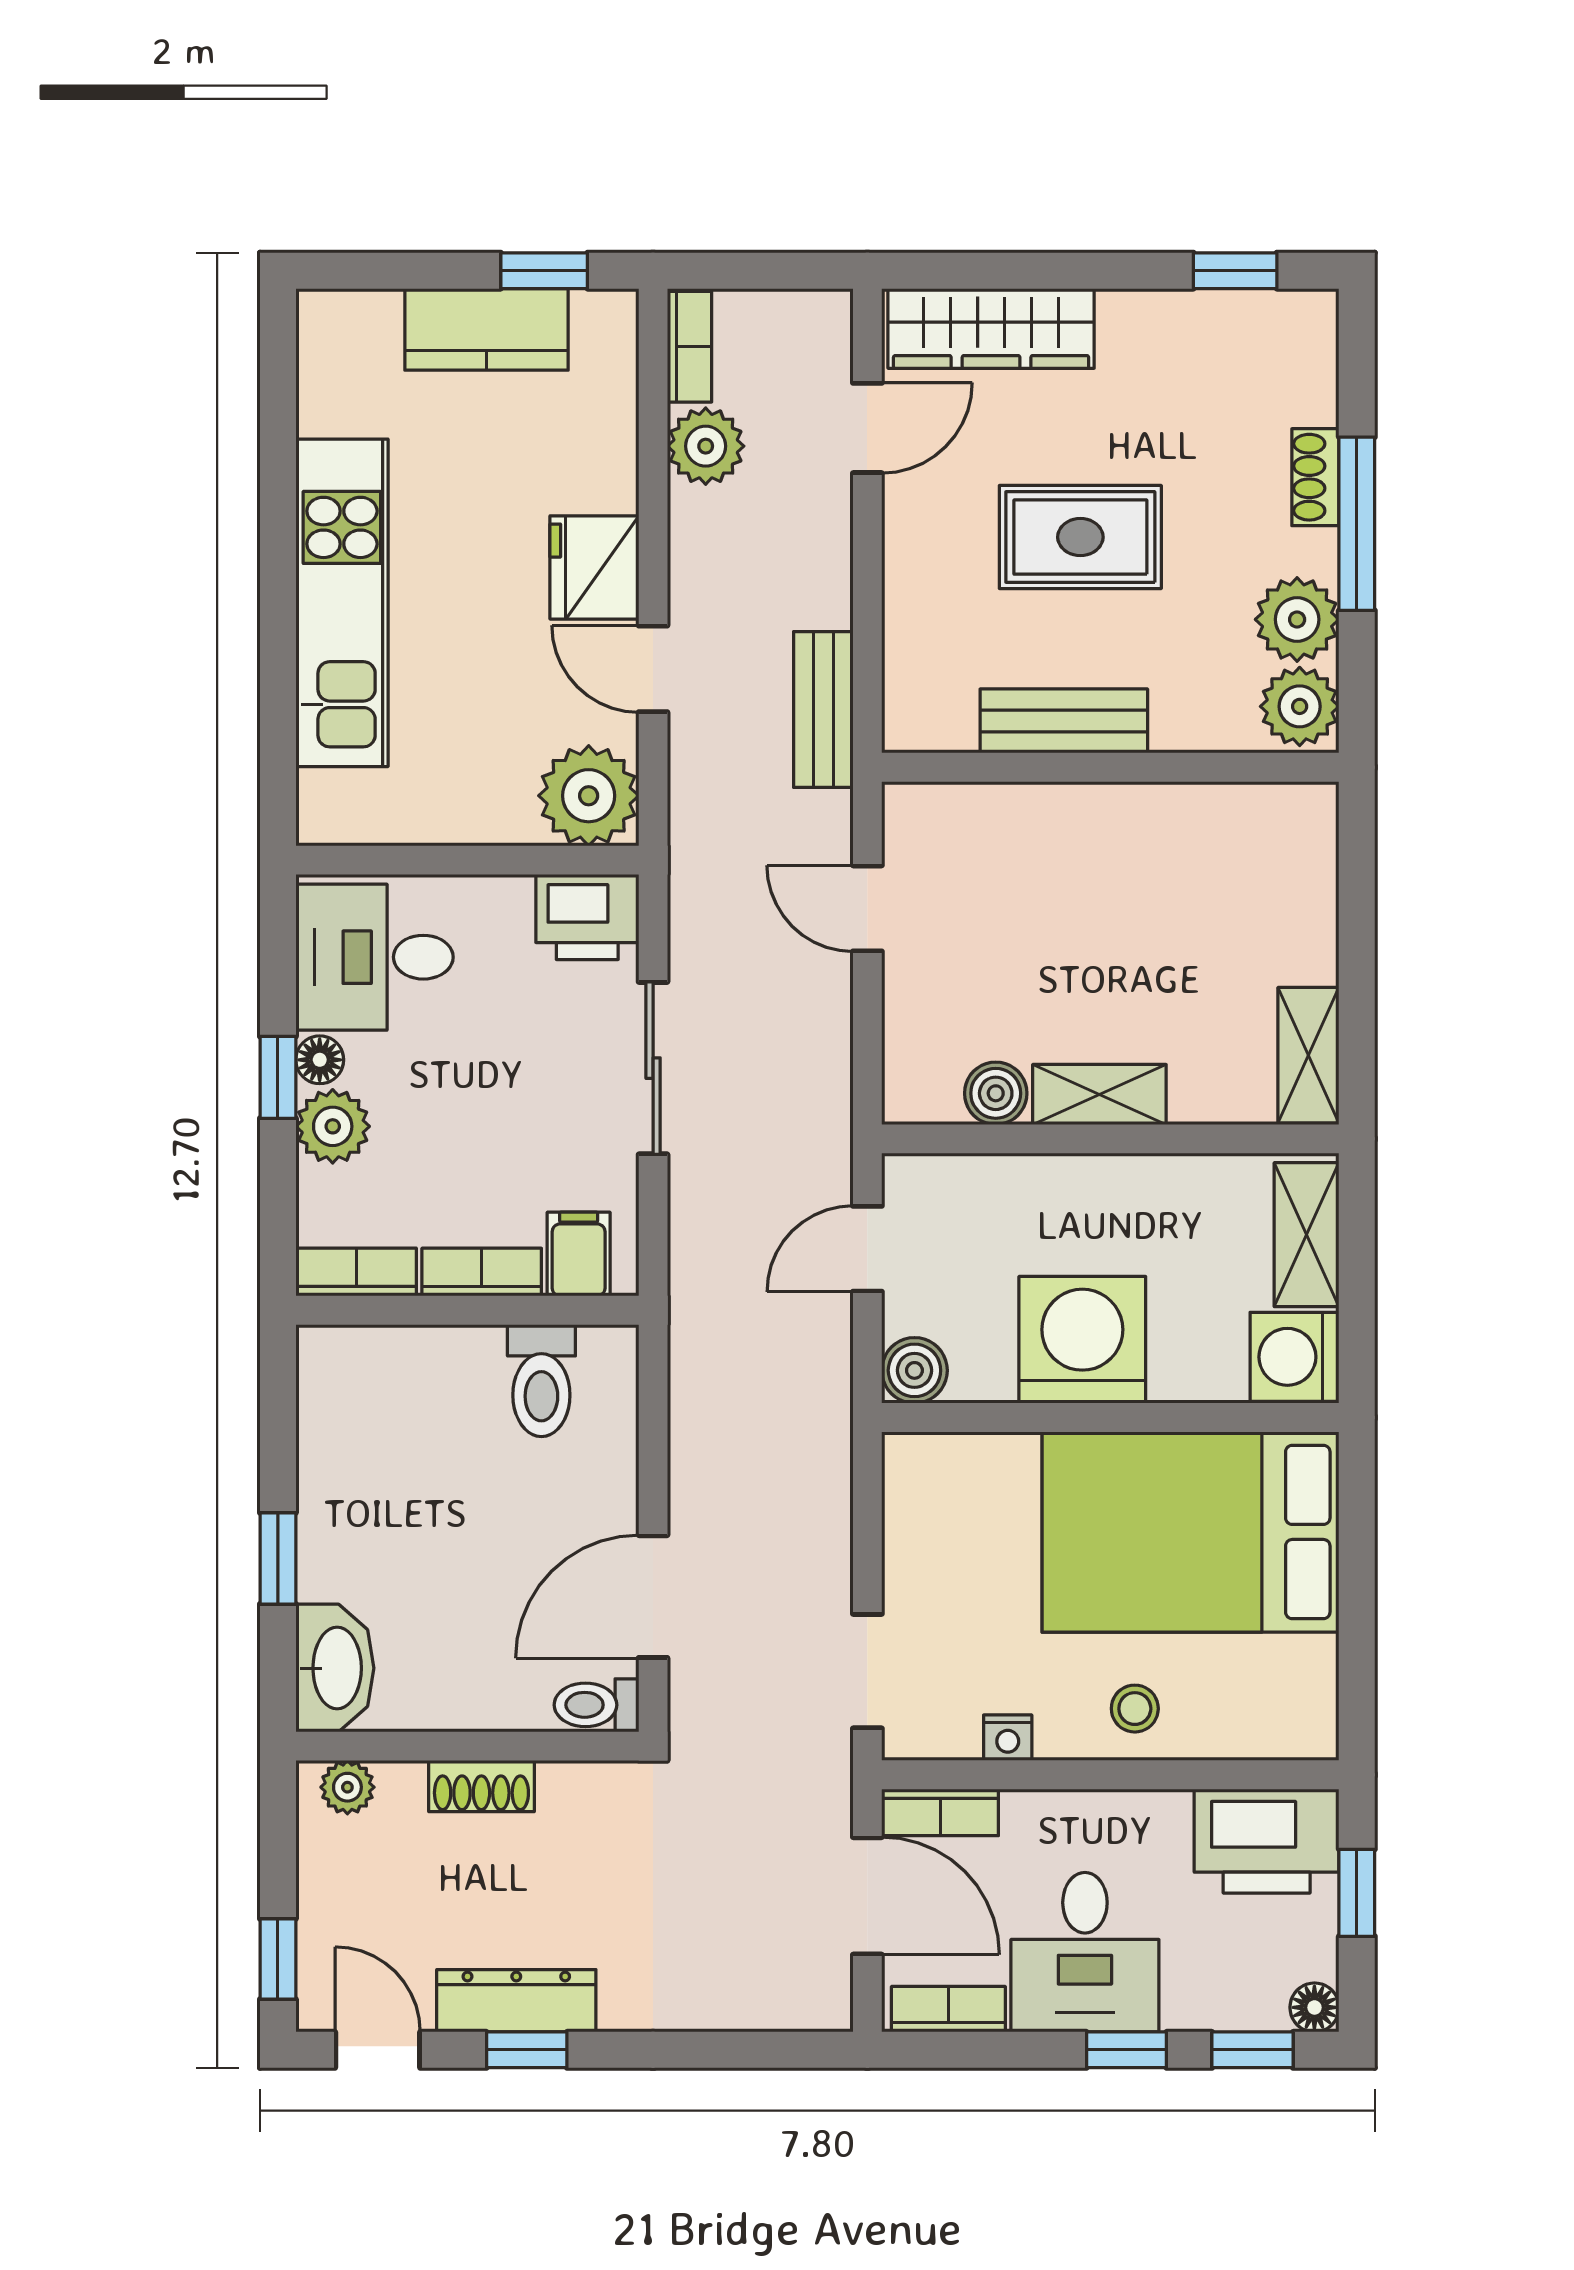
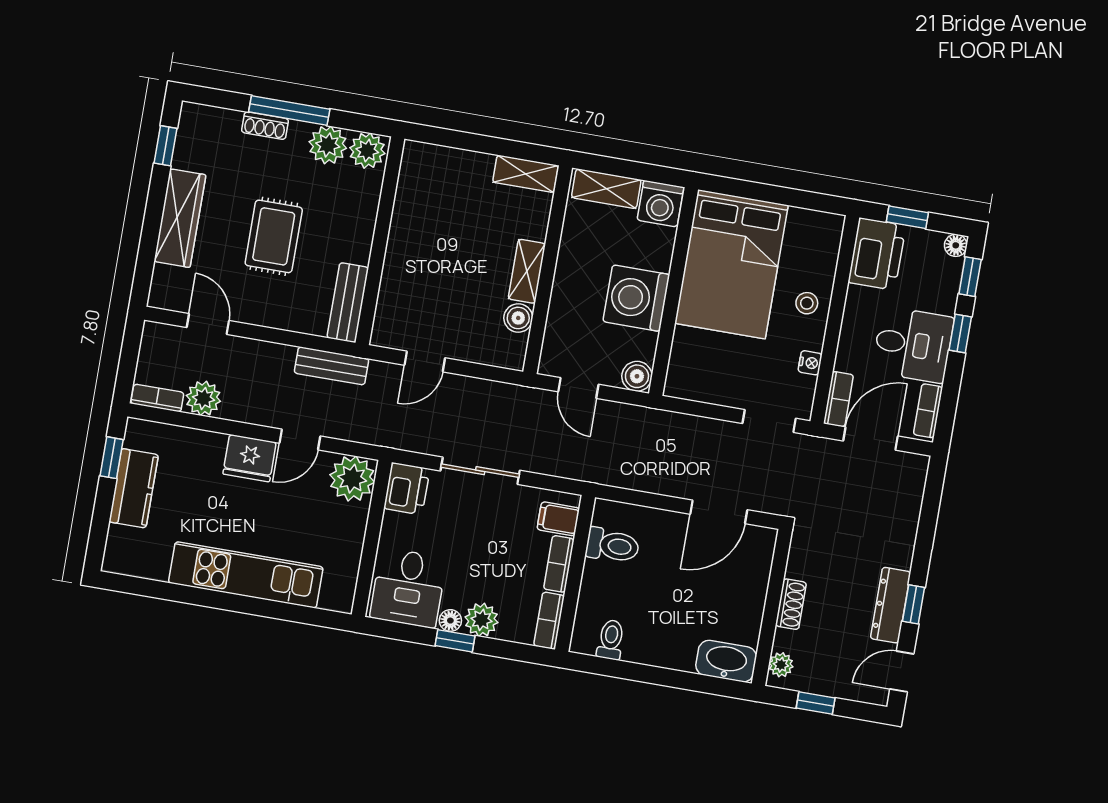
wardrobe: (991, 328) -> (180, 218), moved
bench: (1064, 721) -> (348, 303), moved
window: (278, 1558) -> (672, 678), removed
door: (653, 1597) -> (719, 512), hinge flipped
toilet: (596, 1705) -> (611, 640), moved, turned 180
window: (278, 1959) -> (816, 703), moved

